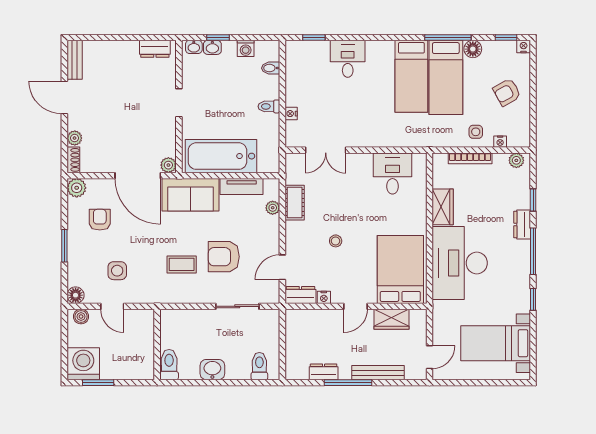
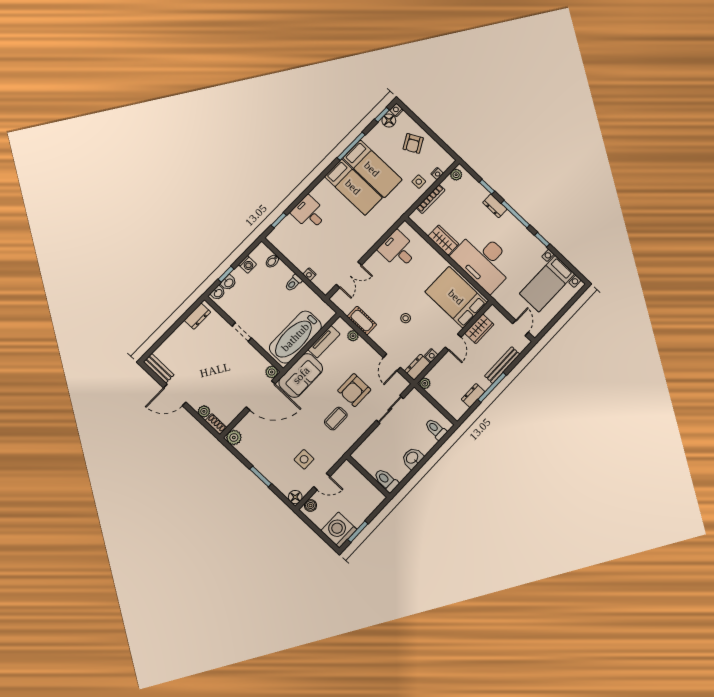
floor lamp: (473, 49) -> (389, 120), moved
armchair: (100, 220) -> (265, 441), removed
plant: (292, 316) -> (425, 383), added

